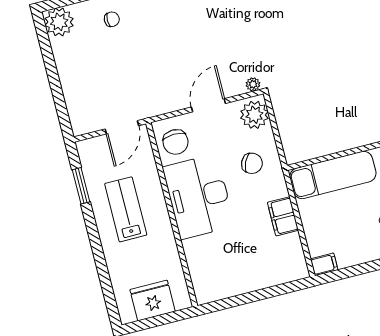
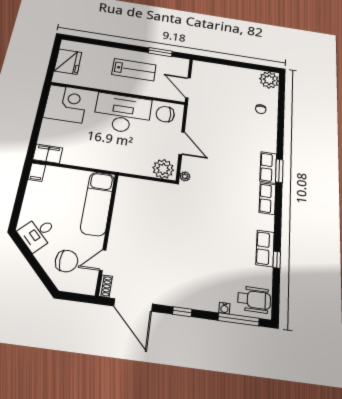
chair: (252, 163) -> (130, 154), removed
filing cabinet: (283, 216) -> (48, 154), moved
corner desk: (216, 274) -> (66, 104), added

